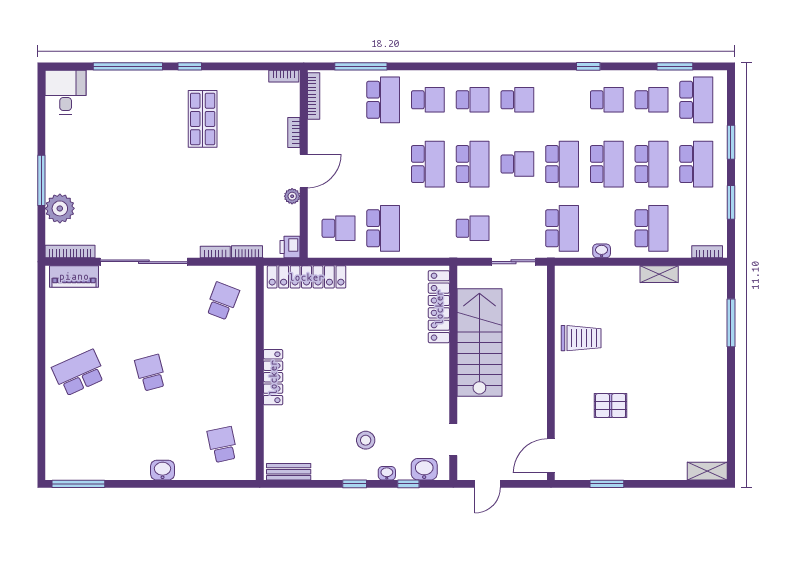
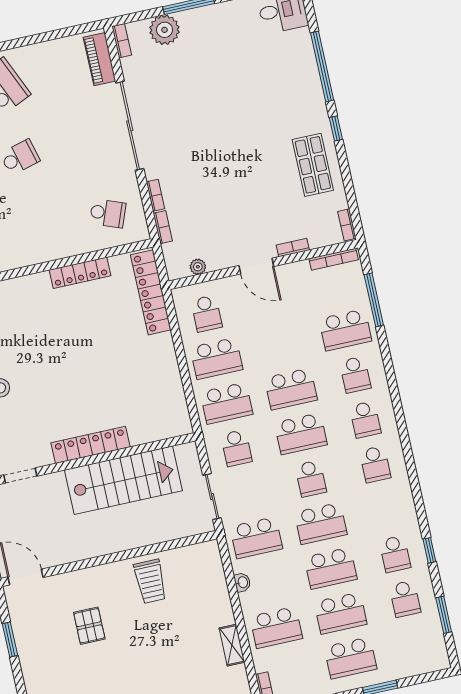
window: (588, 66) -> (429, 550), moved
school desk: (696, 100) -> (226, 403), moved
shop shelf: (203, 119) -> (313, 165), moved, turned 90
plant: (292, 196) -> (198, 267), moved
printer: (290, 247) -> (177, 269), removed
bookcase: (70, 252) -> (122, 41), width x0.64
locker: (439, 307) -> (91, 445), moved
locker: (273, 377) -> (80, 273), moved

